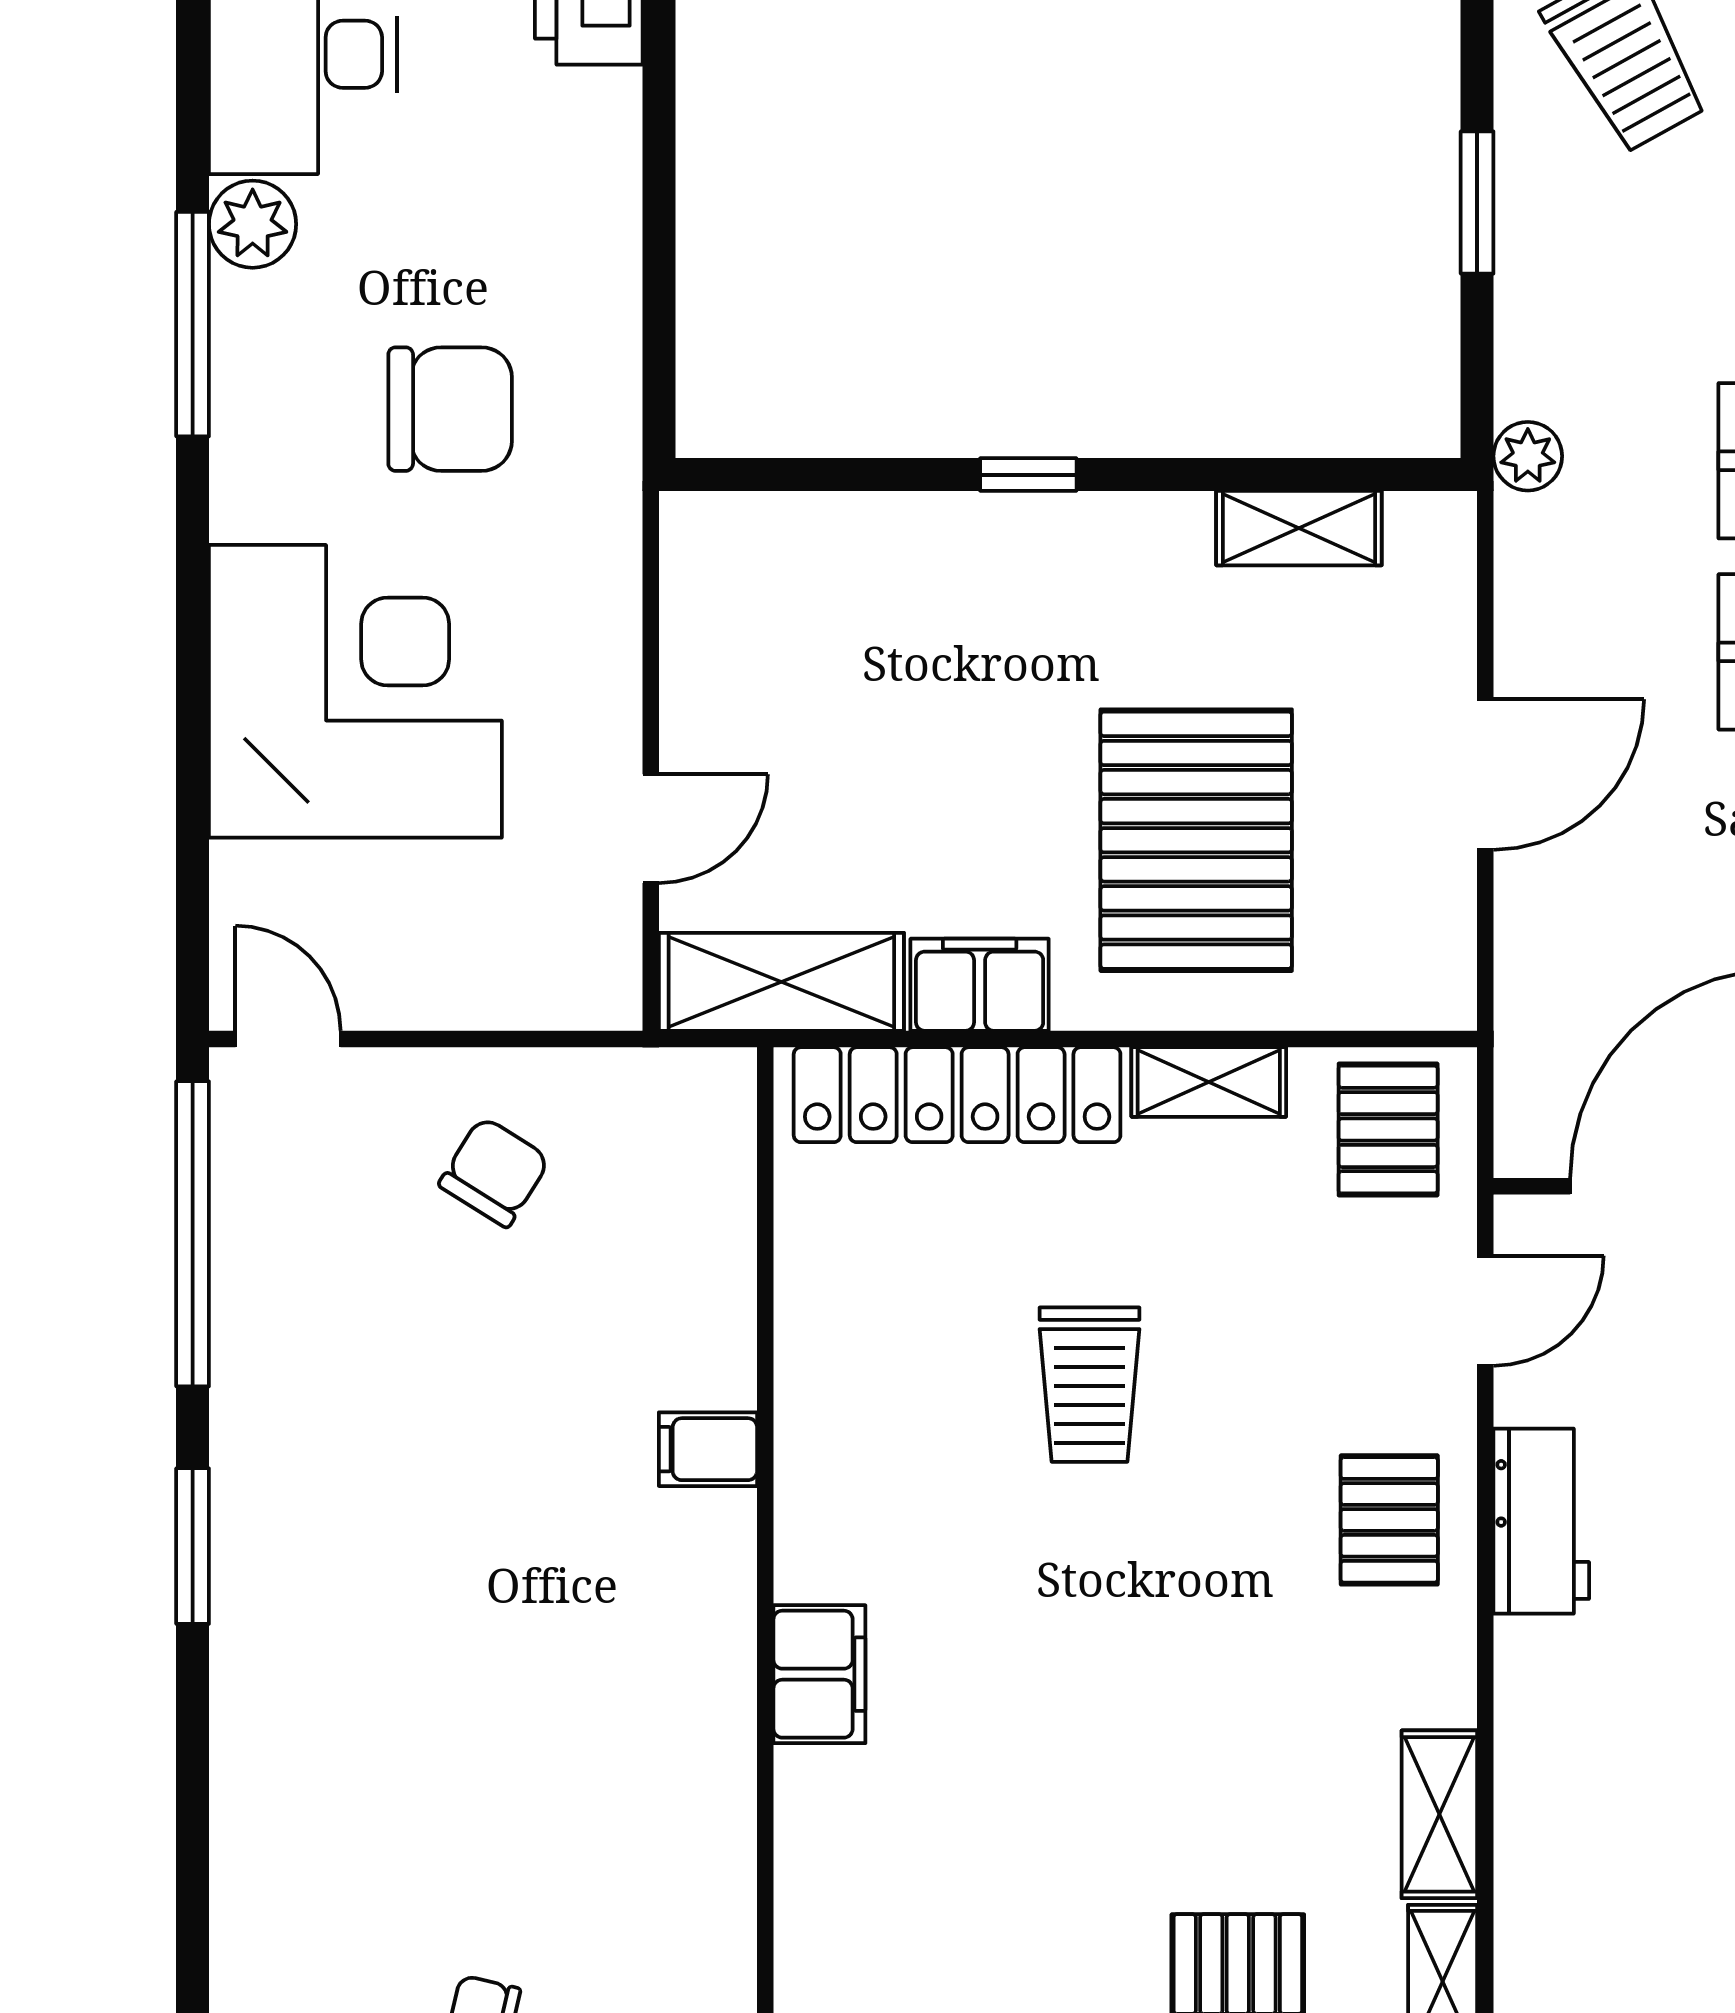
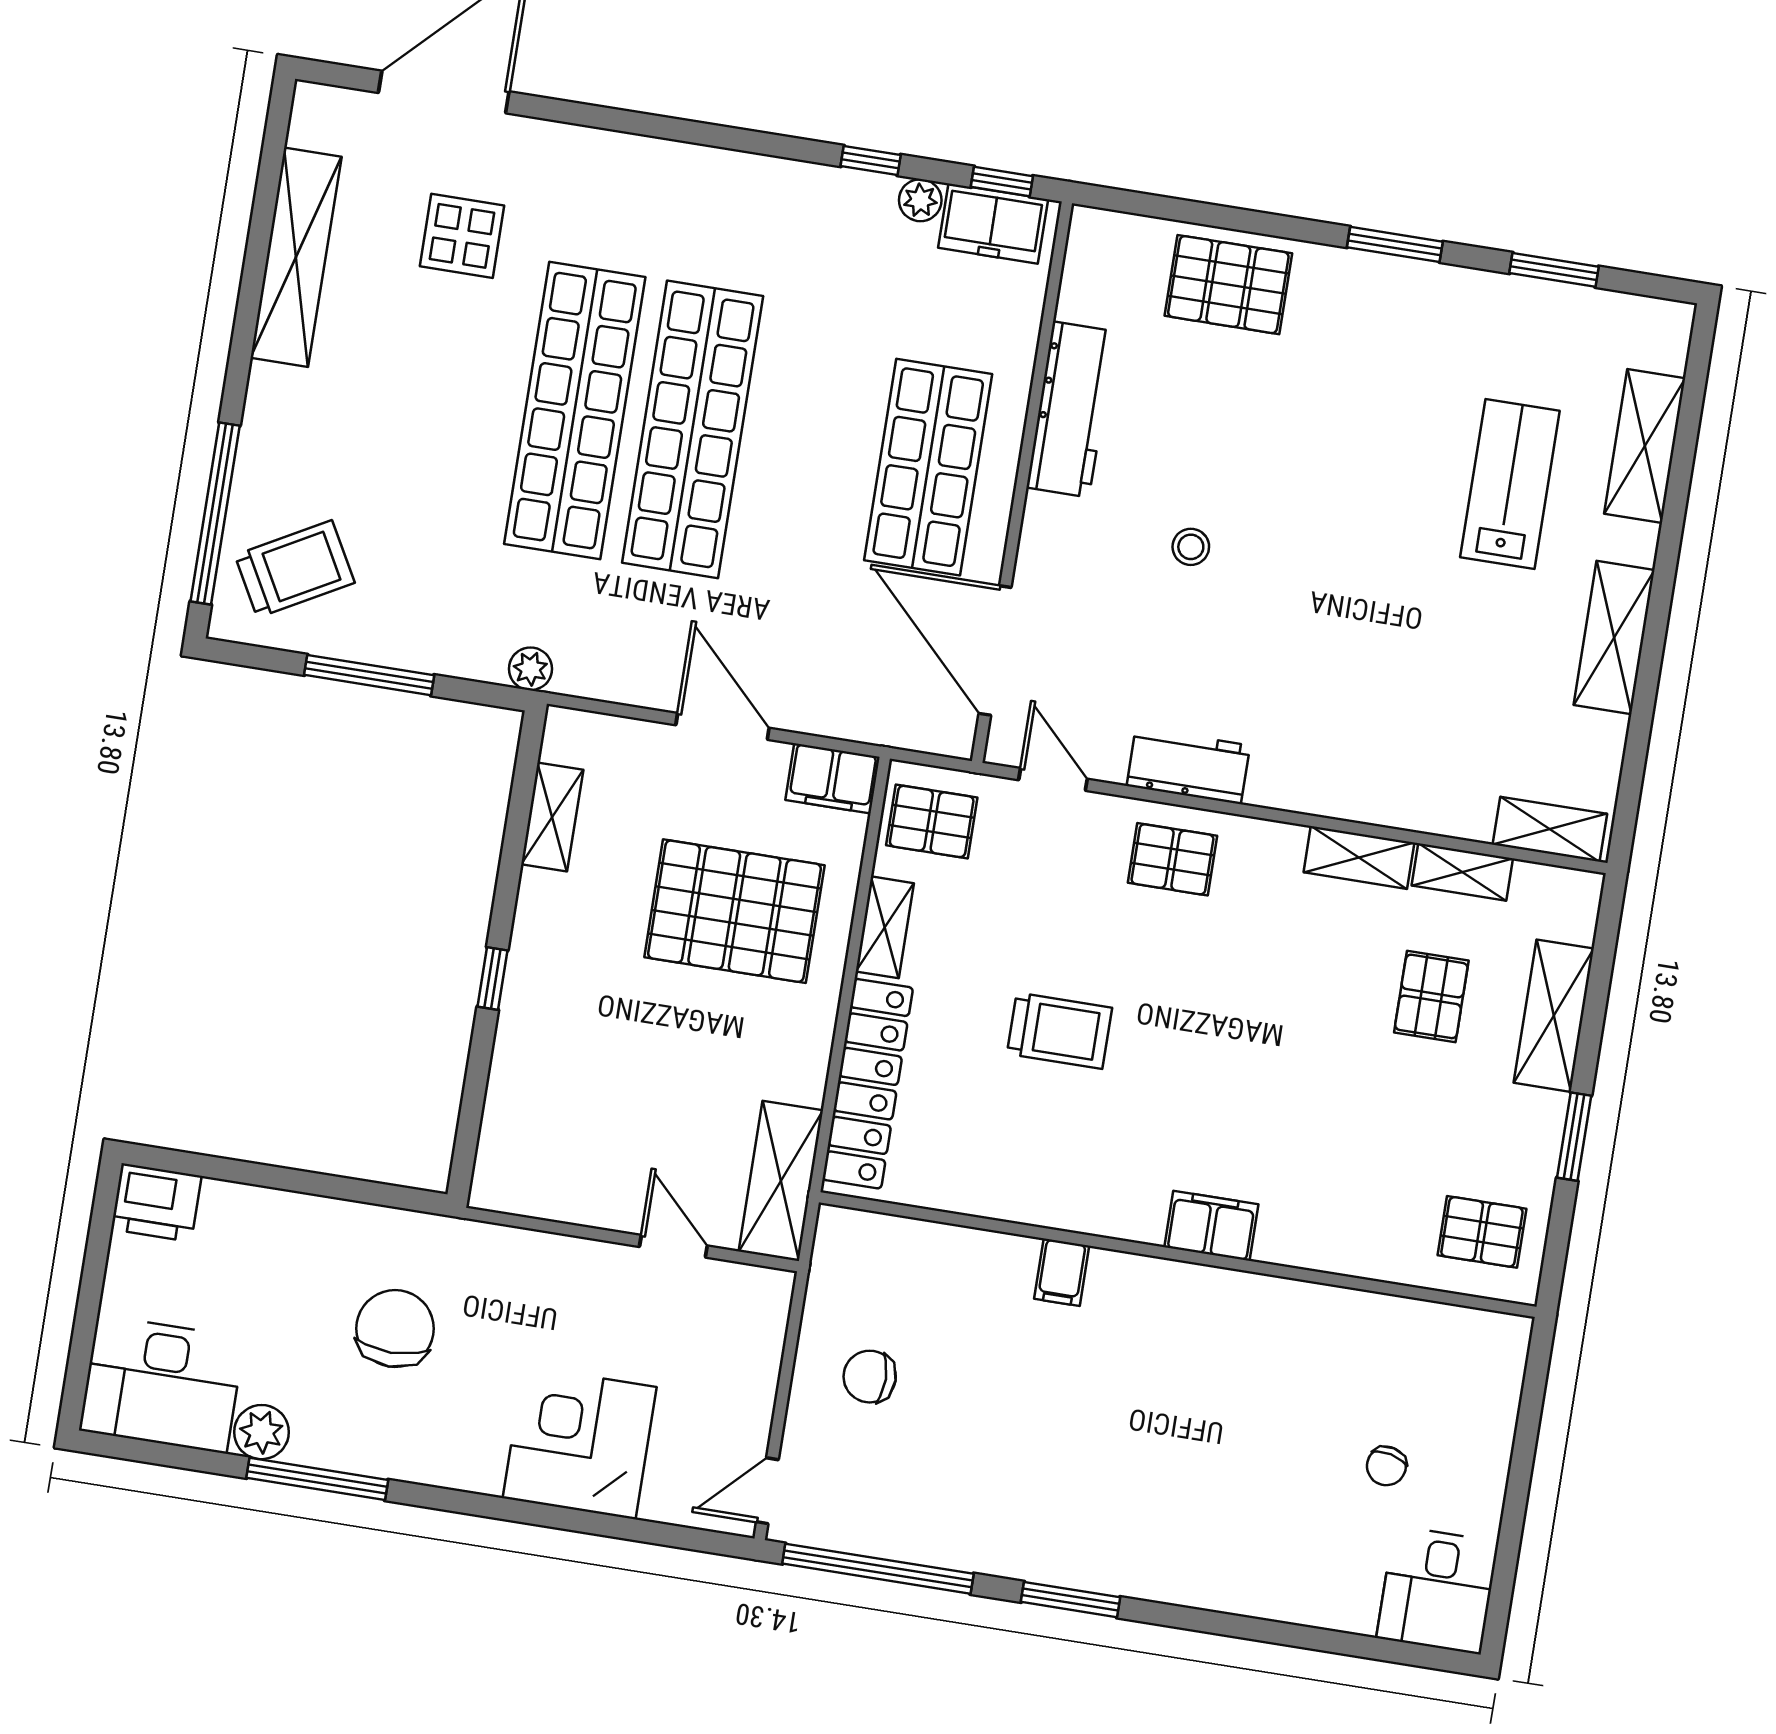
window: (1477, 203) -> (369, 675), width x1.44
corner desk: (355, 691) -> (580, 1443), width x0.74, depth x0.74
filing cabinet: (980, 985) -> (833, 778), moved, turned -90
chair: (494, 1172) -> (870, 1377), turned -32

